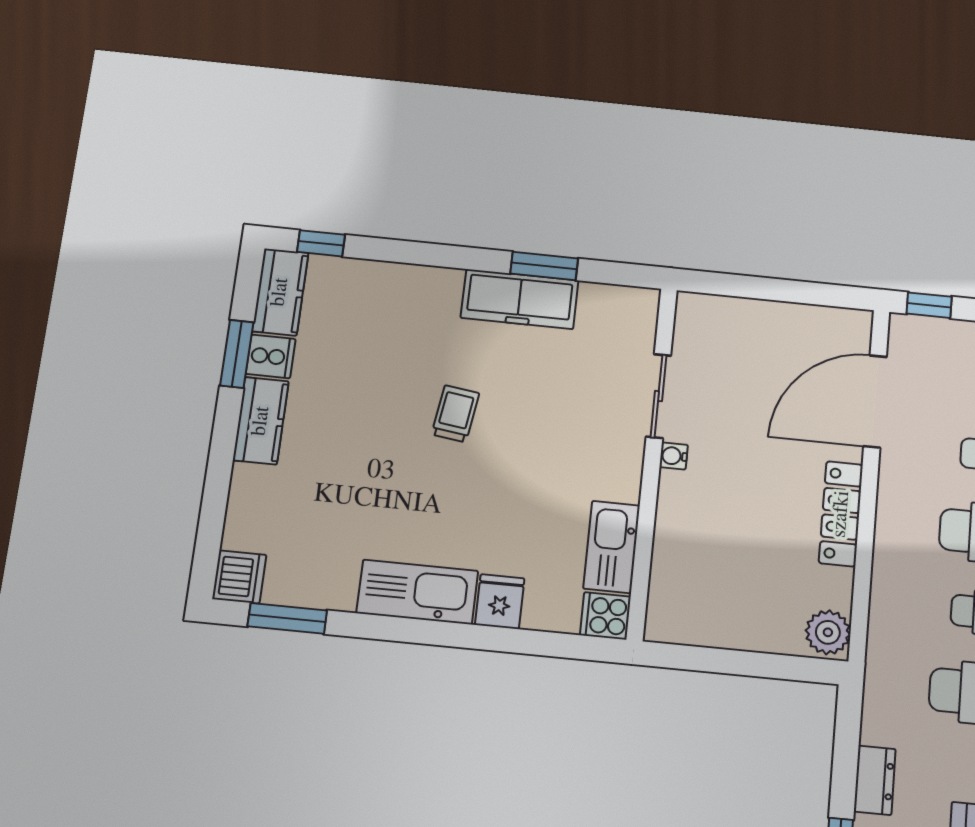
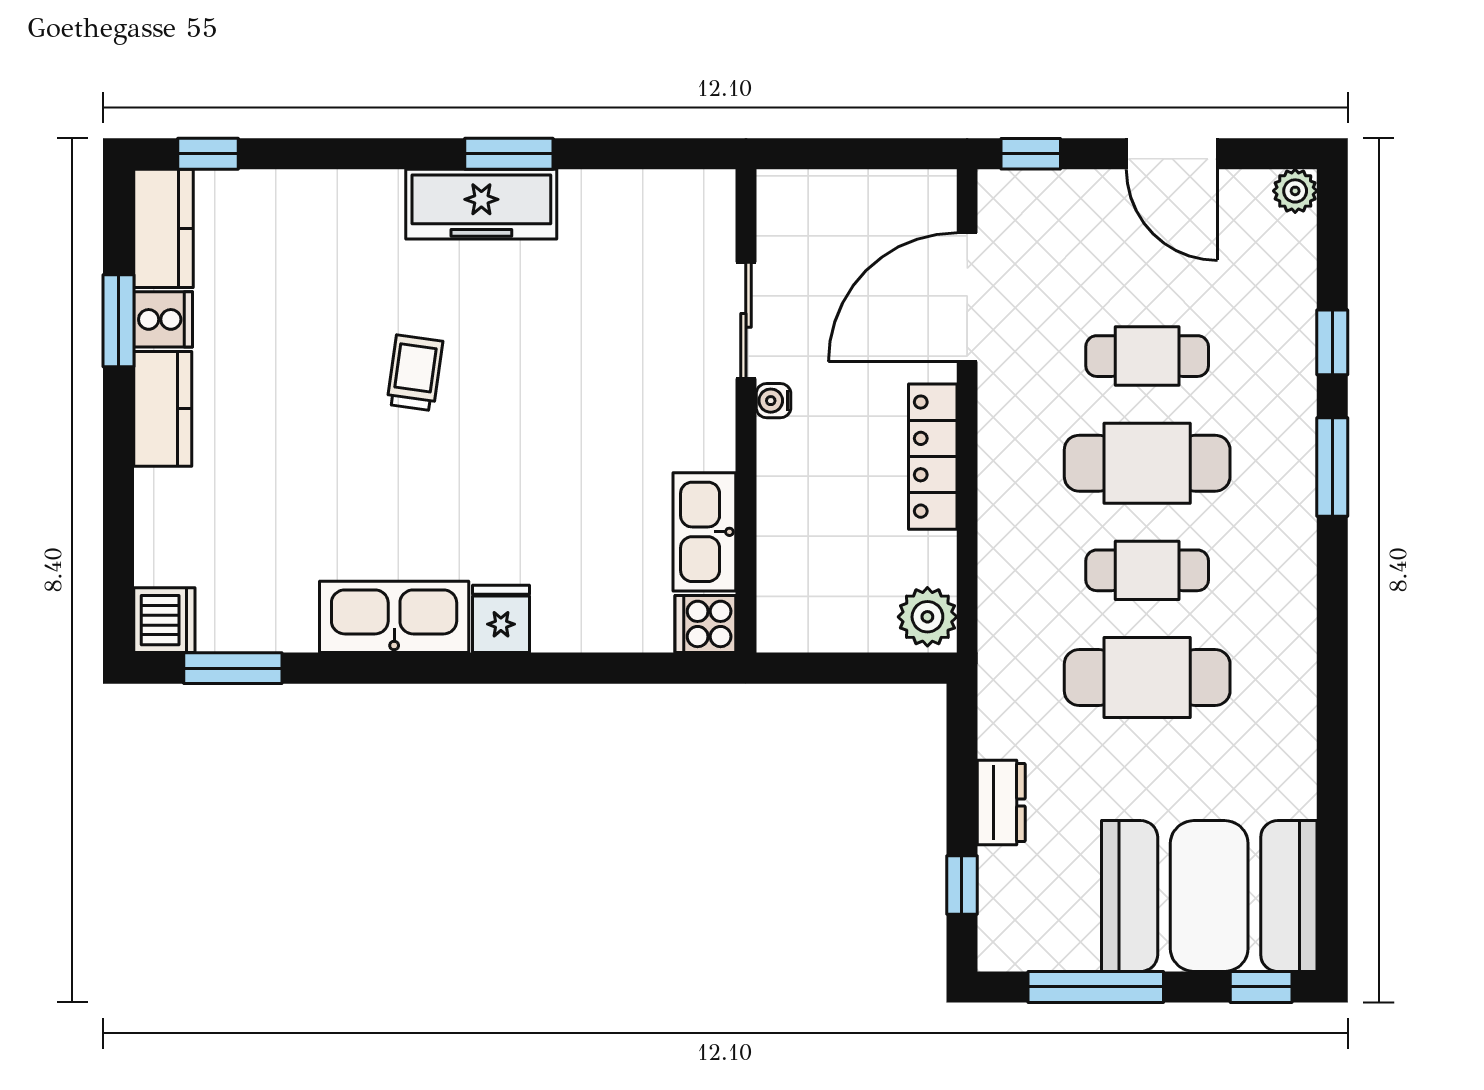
sliding door: (658, 396) -> (746, 320), moved
water cooler: (674, 456) -> (773, 401), moved
wall: (652, 461) -> (746, 411), moved
kitchen sink: (612, 547) -> (704, 532), moved
cooker: (605, 616) -> (705, 624), moved

